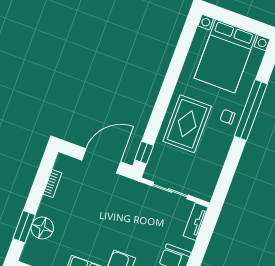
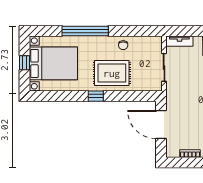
window: (239, 21) -> (25, 63), added
chair: (227, 117) -> (123, 45), moved
window: (144, 153) -> (96, 96), moved

